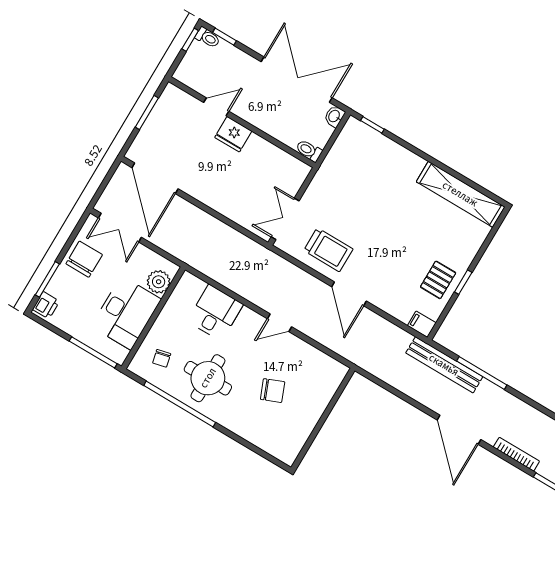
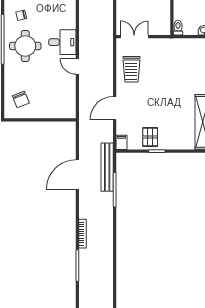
pallet: (438, 280) -> (150, 137), turned 90
door: (349, 294) -> (115, 108), moved
desk: (215, 313) -> (62, 42), moved
chair: (273, 391) -> (21, 99), moved
door: (459, 430) -> (77, 175), moved

